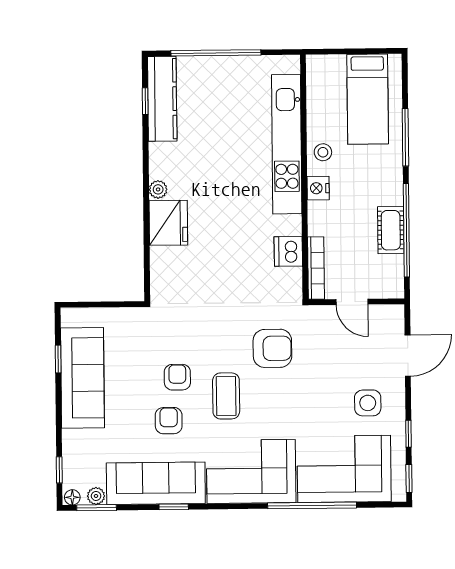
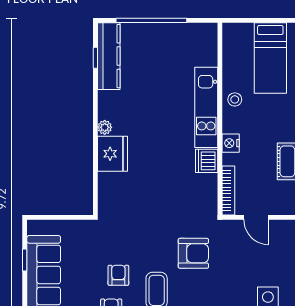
kitchen unit: (287, 144) -> (206, 107), width x0.73
nightstand: (318, 188) -> (231, 143), moved
dishwasher: (288, 251) -> (207, 161), moved

